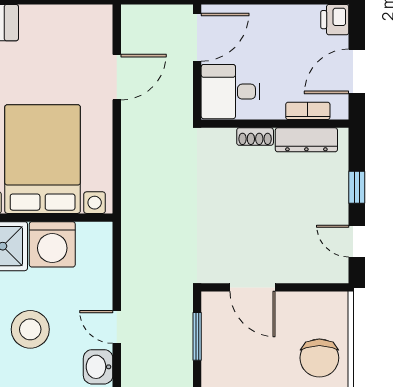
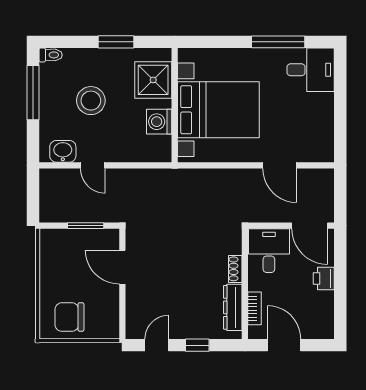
printer: (335, 20) -> (324, 278), moved, turned -90
washing machine: (52, 244) -> (159, 122), width x0.73, depth x0.73
door: (253, 287) -> (122, 267), hinge flipped
door: (117, 327) -> (93, 165), swing flipped

